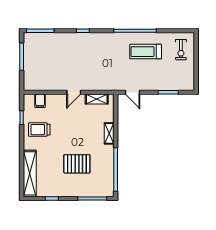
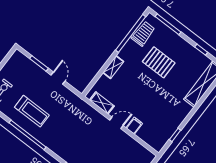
door: (132, 92) -> (58, 78), moved
filing cabinet: (40, 101) -> (134, 126), moved
trolley: (39, 130) -> (143, 34), moved, turned -90

